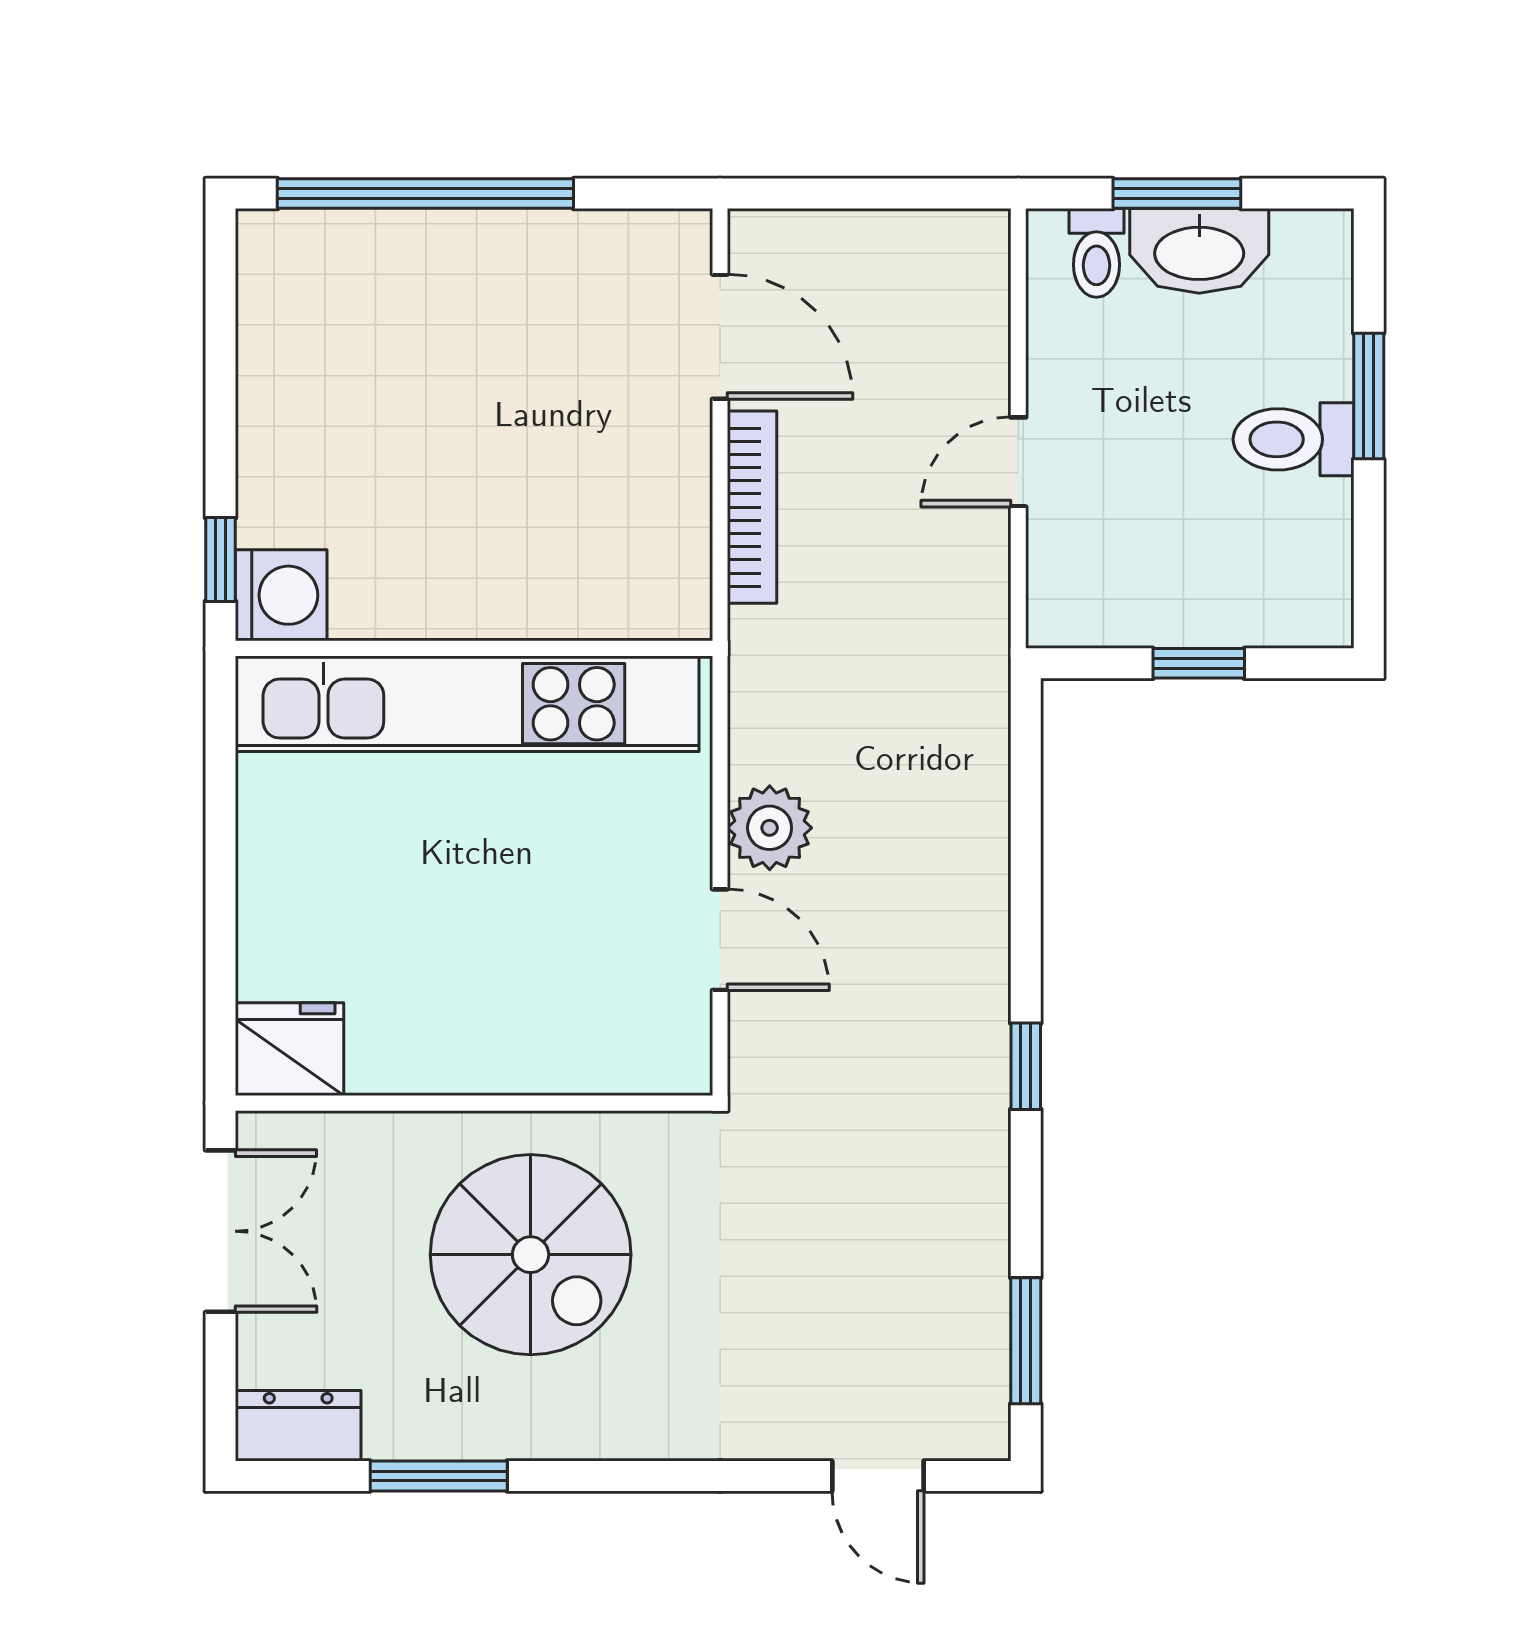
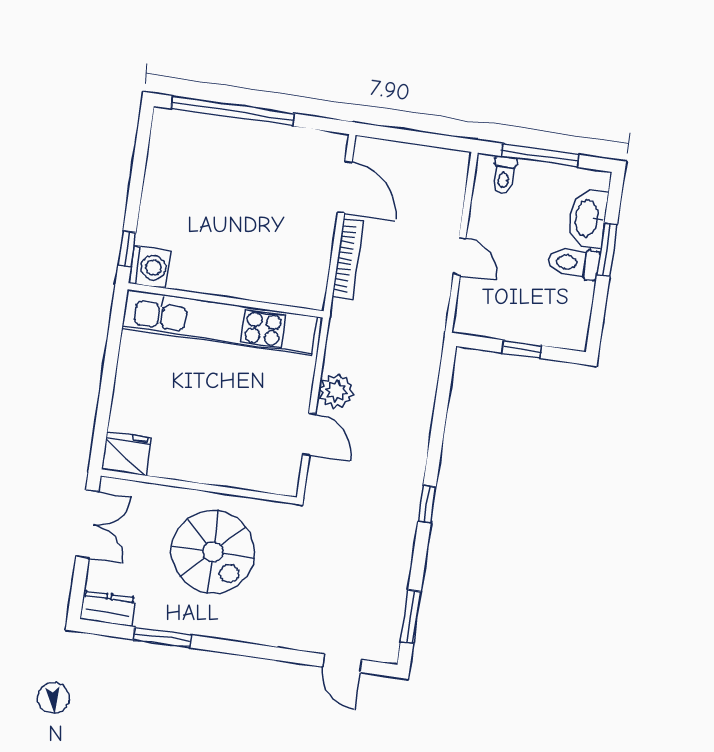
window: (1177, 194) -> (540, 155), width x1.44
washbasin: (1199, 251) -> (588, 218), moved, turned 90
door: (1018, 462) -> (460, 256), swing flipped

